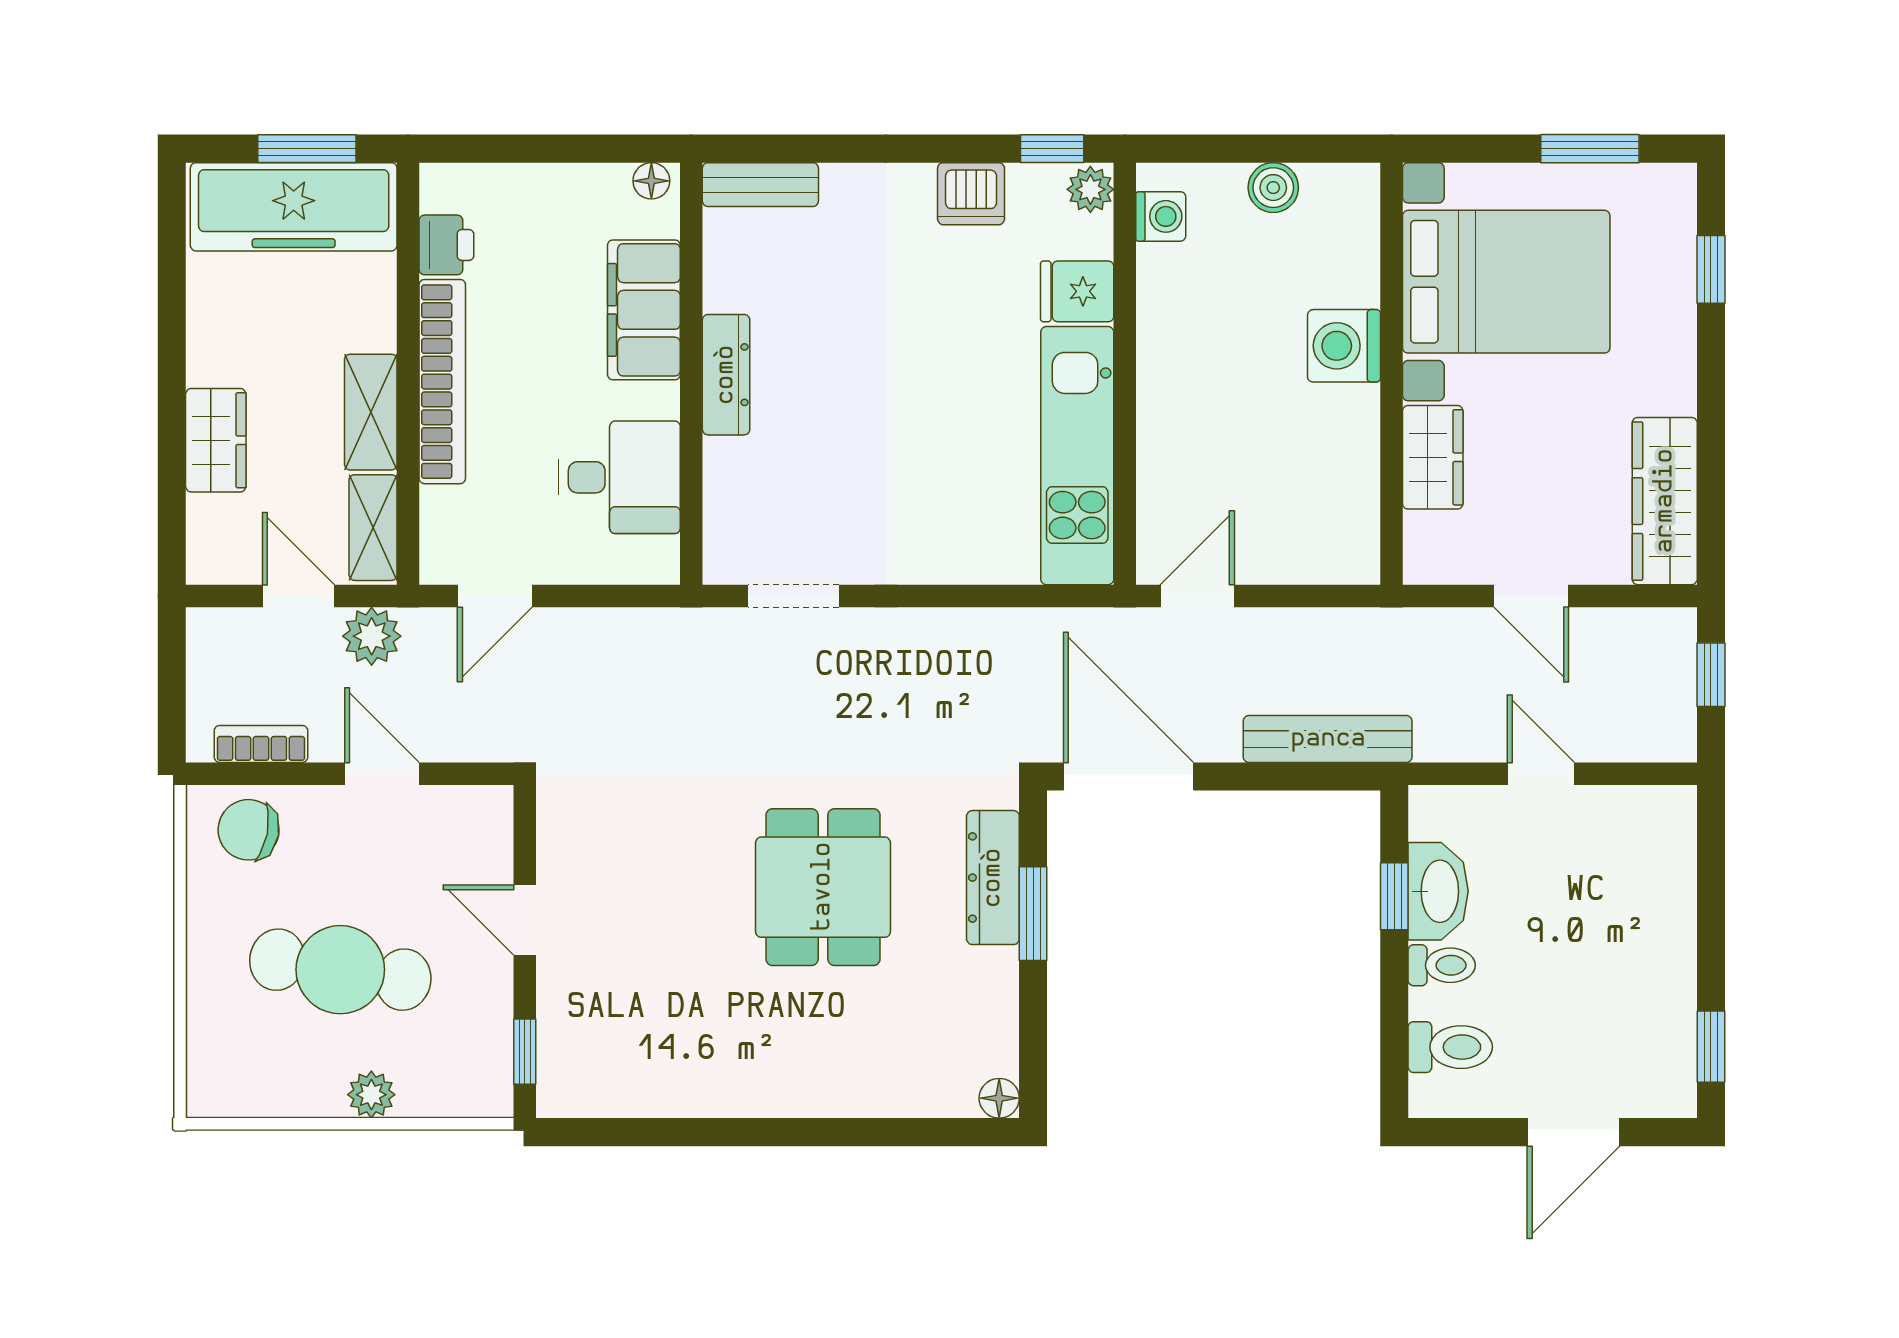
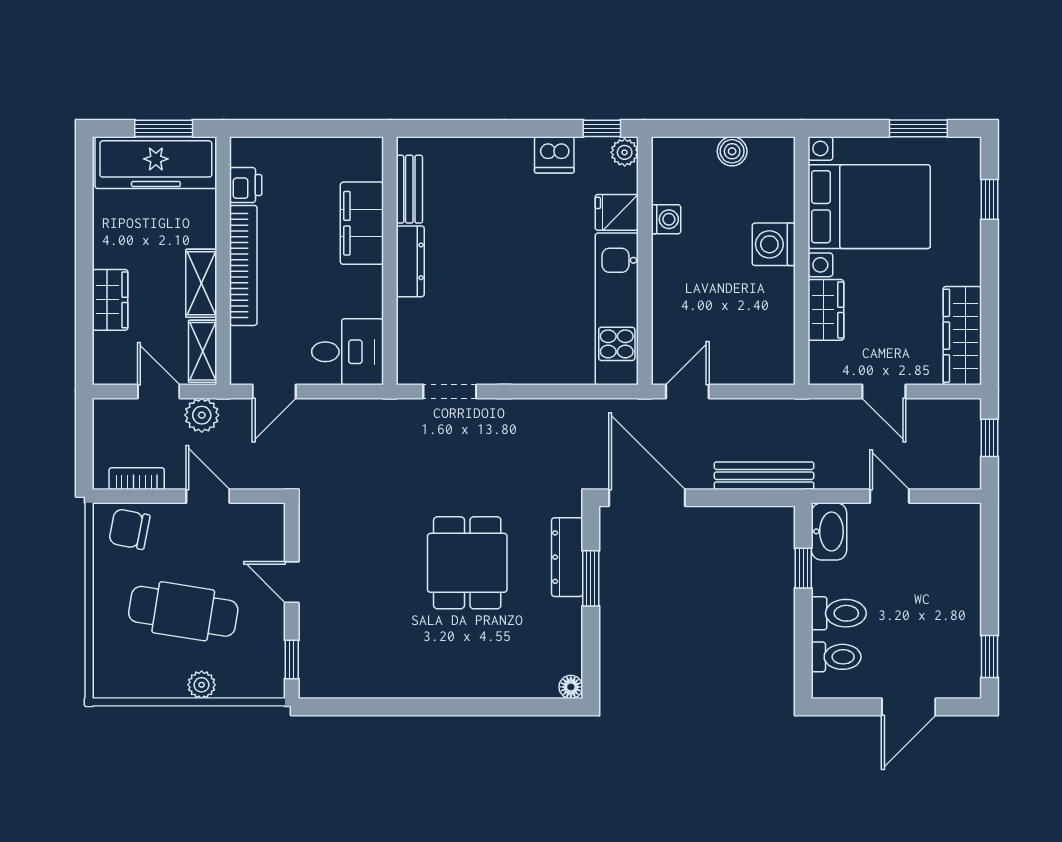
floor lamp: (651, 181) -> (366, 147), removed
bench: (760, 185) -> (409, 189), moved, turned 90
washing machine: (1161, 216) -> (666, 219), moved
desk: (619, 477) -> (348, 352), moved
washbasin: (1438, 891) -> (829, 531), moved
toilet: (1442, 965) -> (839, 613), width x1.37, depth x1.39

